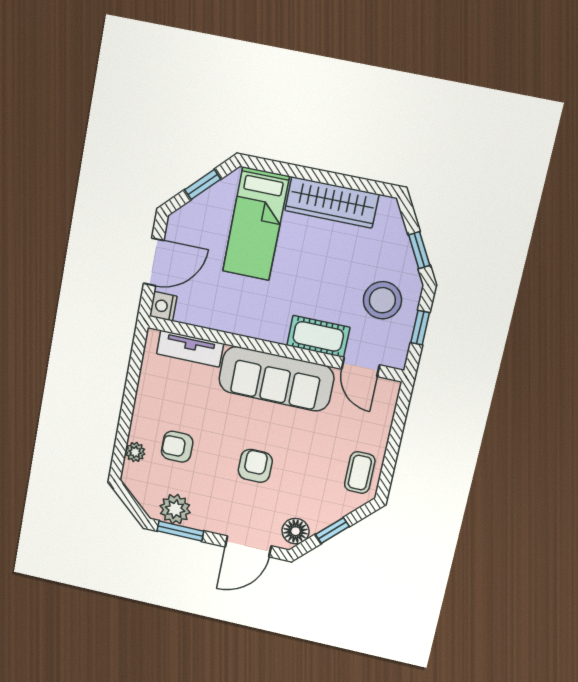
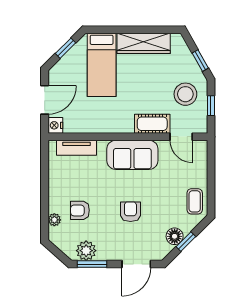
sofa: (276, 379) -> (132, 155), width x0.73
floor lamp: (296, 531) -> (175, 236), moved

